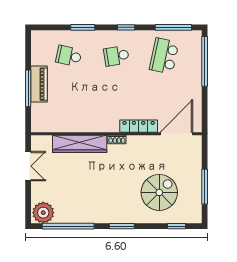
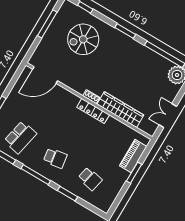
window: (126, 27) -> (36, 175), width x2.17
piano: (39, 84) -> (133, 156), moved
window: (28, 88) -> (134, 173), width x0.69
locker: (139, 126) -> (93, 111), moved

